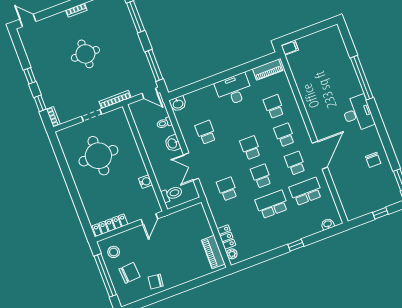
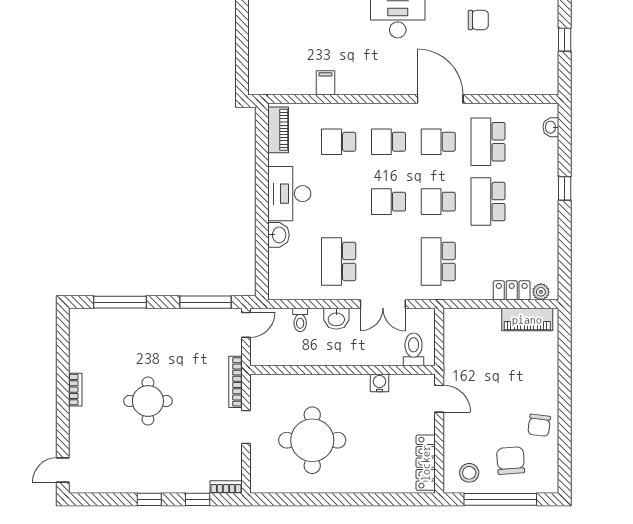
filing cabinet: (290, 48) -> (325, 83), moved
washbasin: (178, 104) -> (278, 235), moved
school desk: (206, 132) -> (339, 261), width x1.85
school desk: (227, 189) -> (438, 261), width x1.85

